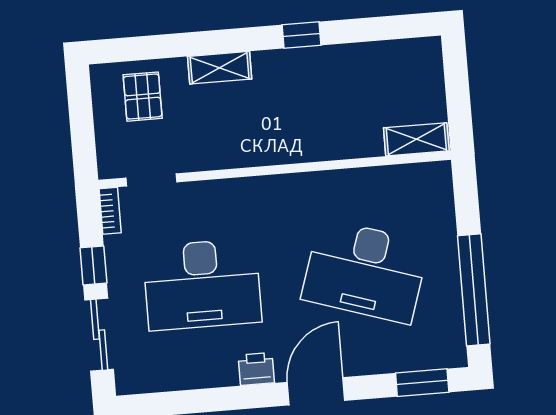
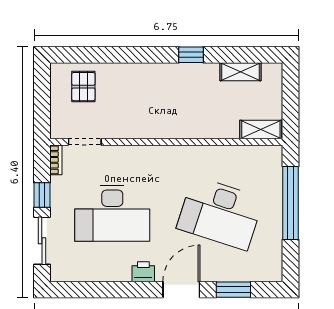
shelving: (220, 68) -> (241, 72), moved
window: (474, 290) -> (290, 203), moved
window: (422, 383) -> (233, 290), moved

